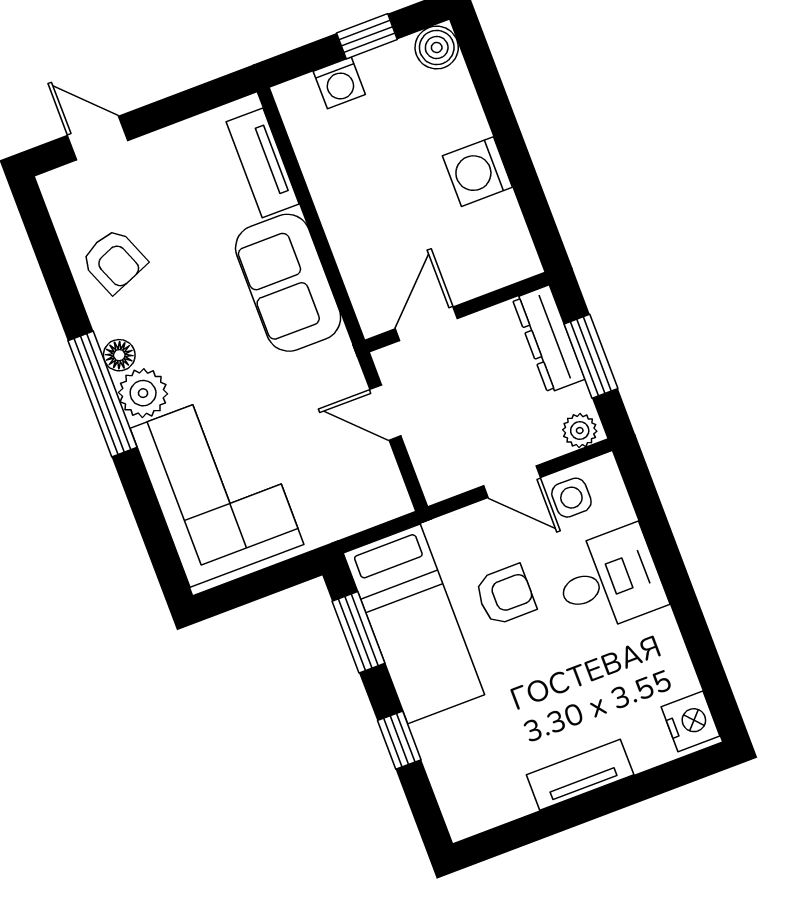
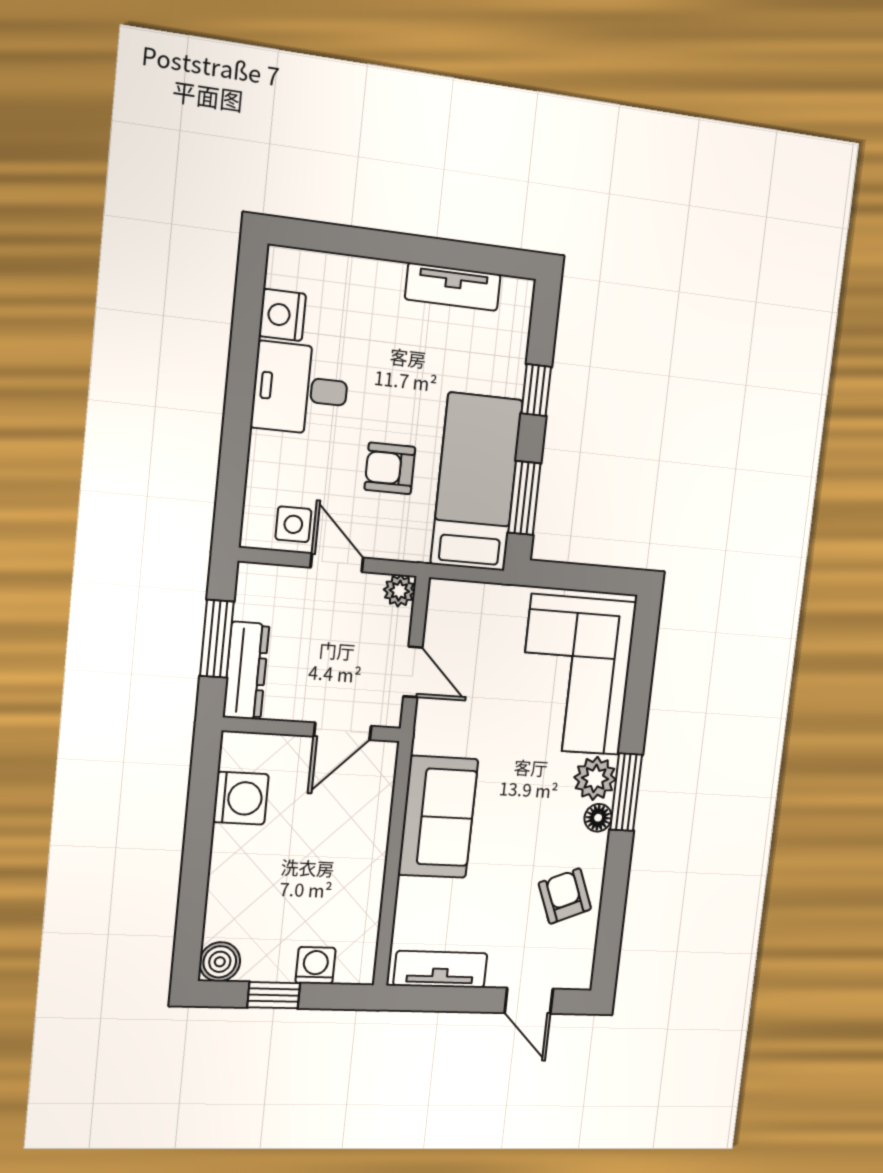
tv unit: (263, 163) -> (440, 969), moved, turned -90
washing machine: (477, 172) -> (241, 798), moved
window: (102, 394) -> (626, 792), width x0.69
plant: (580, 431) -> (399, 591), moved
desk: (609, 580) -> (300, 389), moved
nightstand: (691, 721) -> (282, 315), moved
tv unit: (580, 775) -> (453, 287), moved

